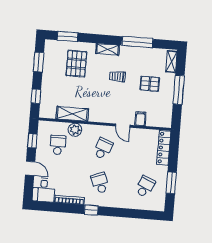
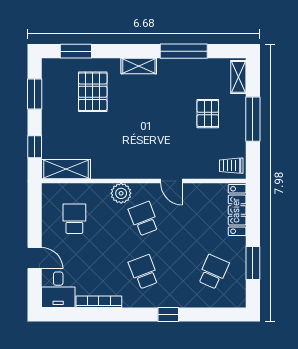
trolley: (117, 77) -> (231, 166), moved
pallet: (150, 84) -> (208, 114), turned 90
shelving: (72, 114) -> (66, 169), moved
filing cabinet: (140, 119) -> (198, 168), removed
plant: (75, 130) -> (121, 193), moved
window: (32, 141) -> (35, 216), removed
school desk: (103, 149) -> (144, 219), turned -42
window: (91, 210) -> (168, 314), moved

